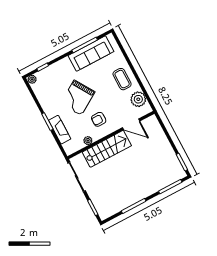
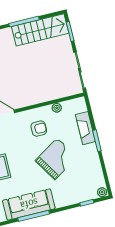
stairs: (107, 149) -> (40, 30), moved, turned 180

